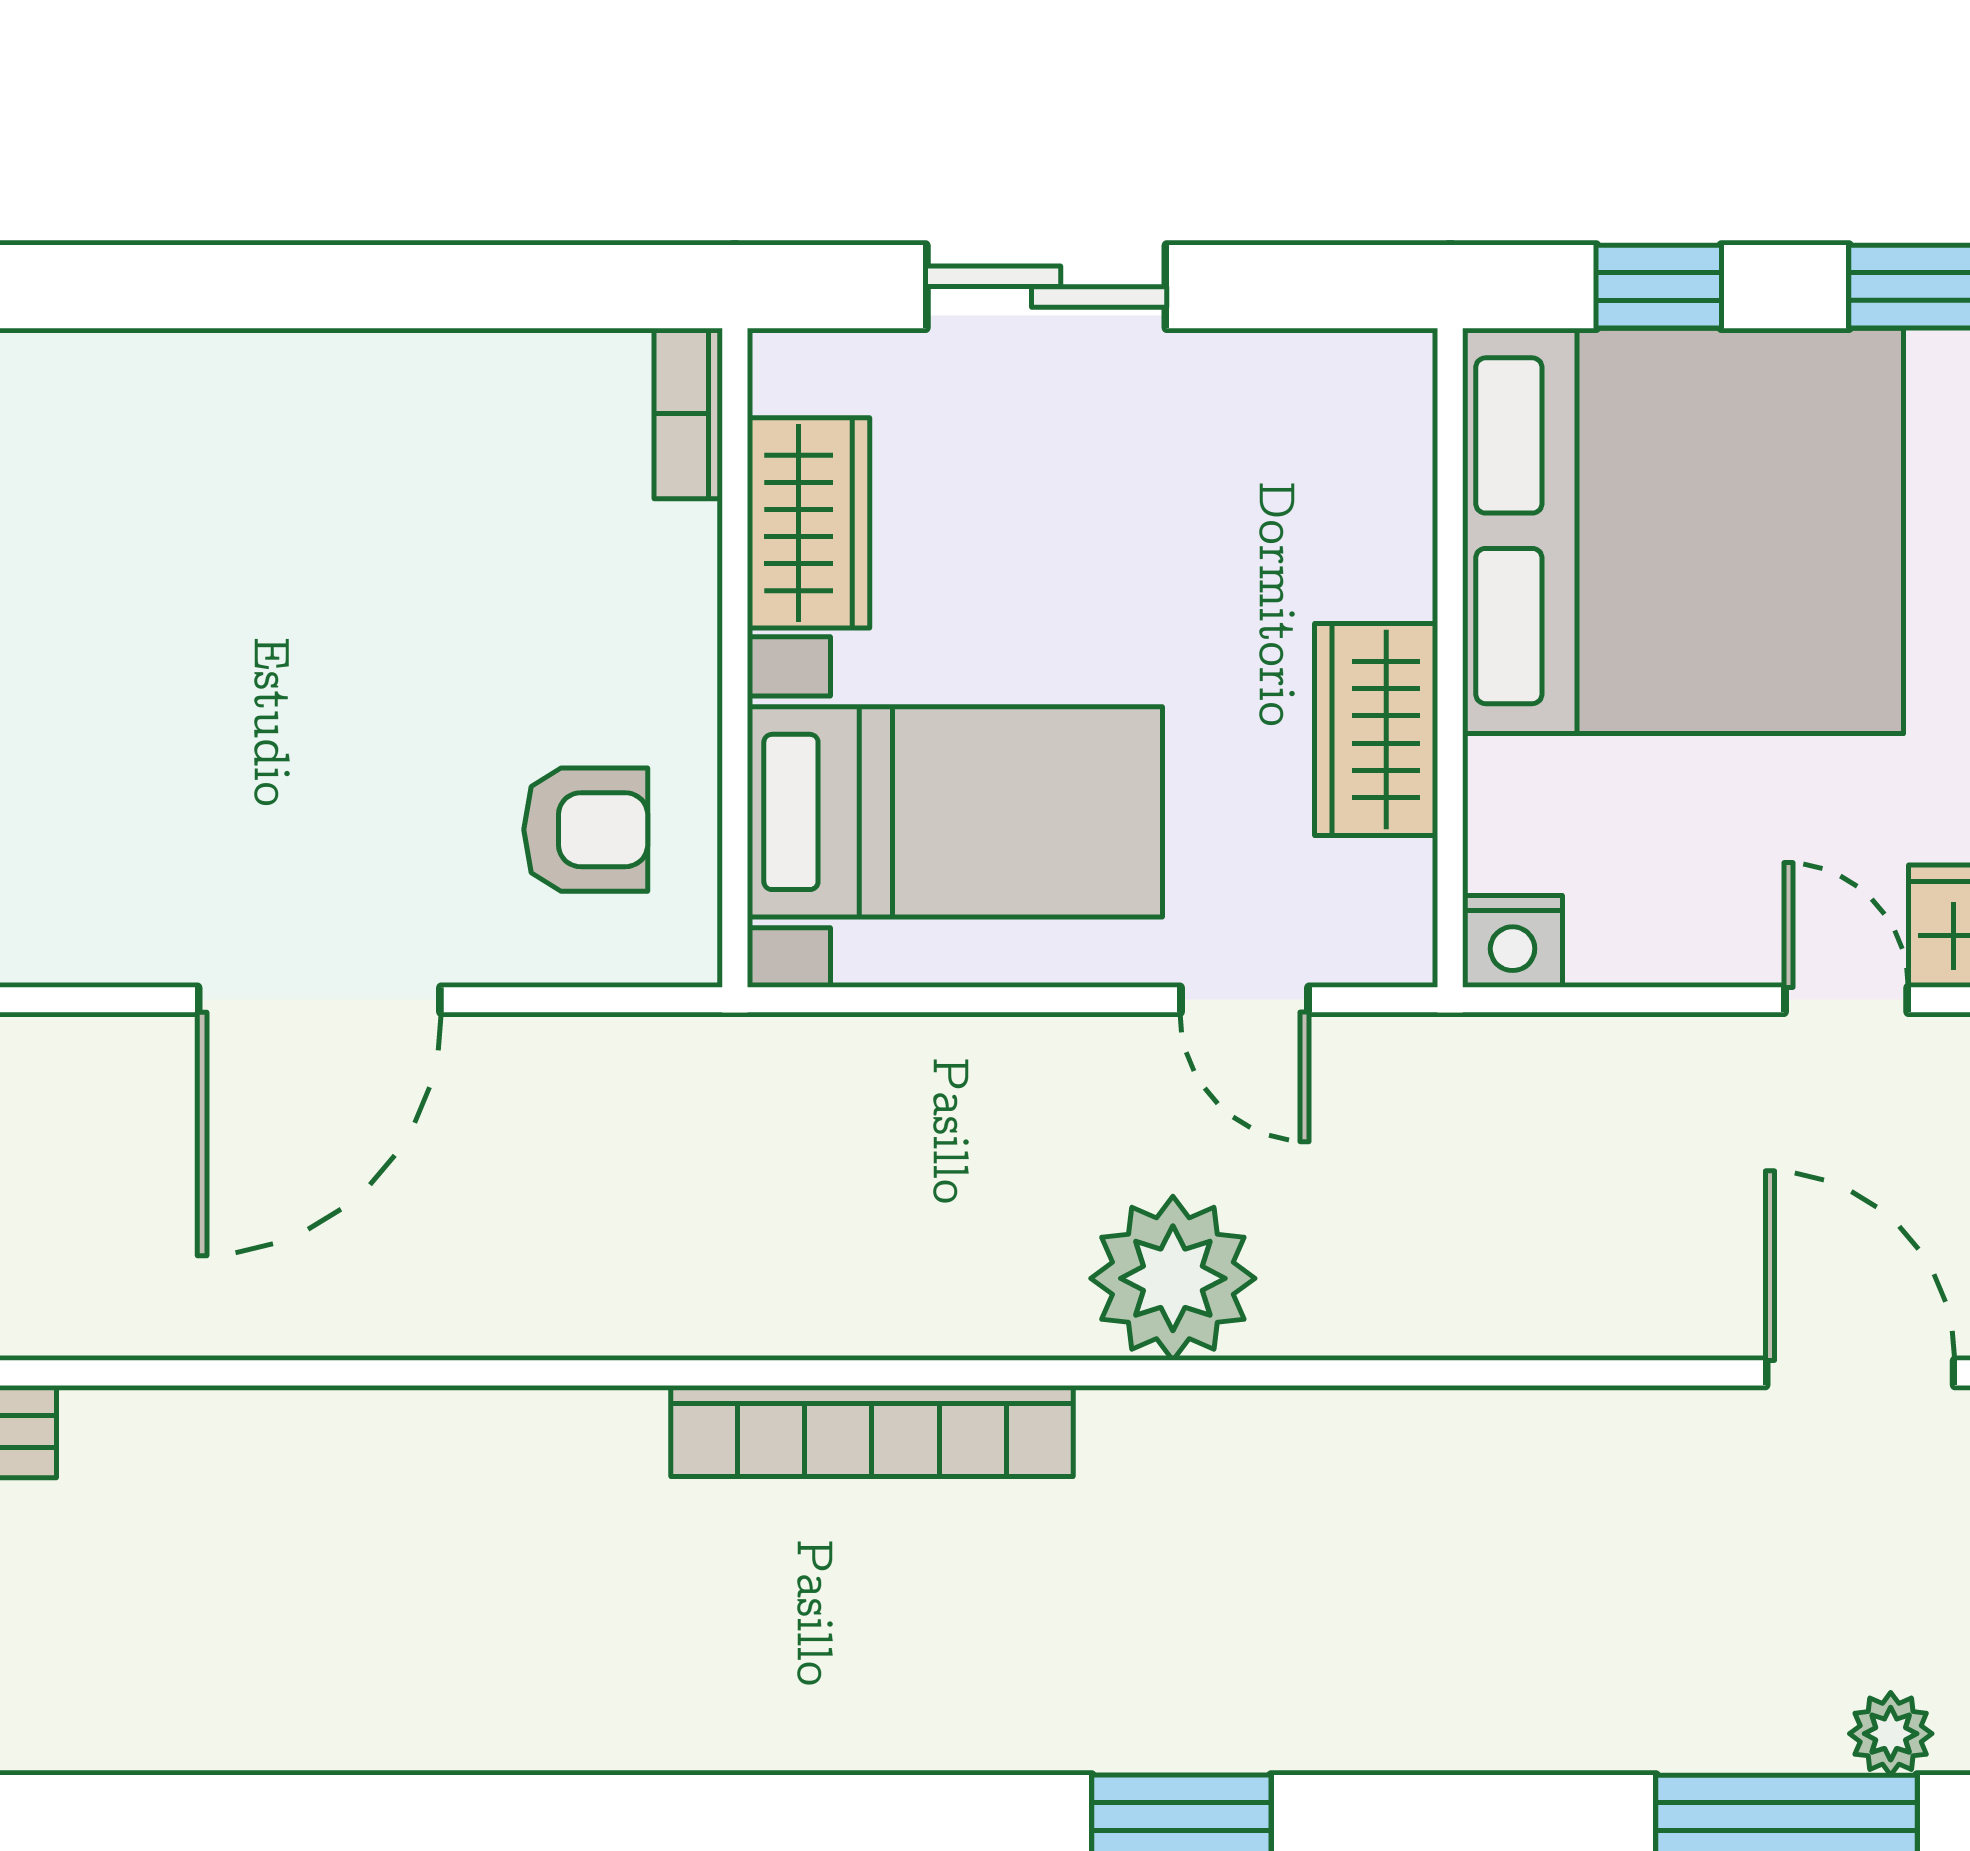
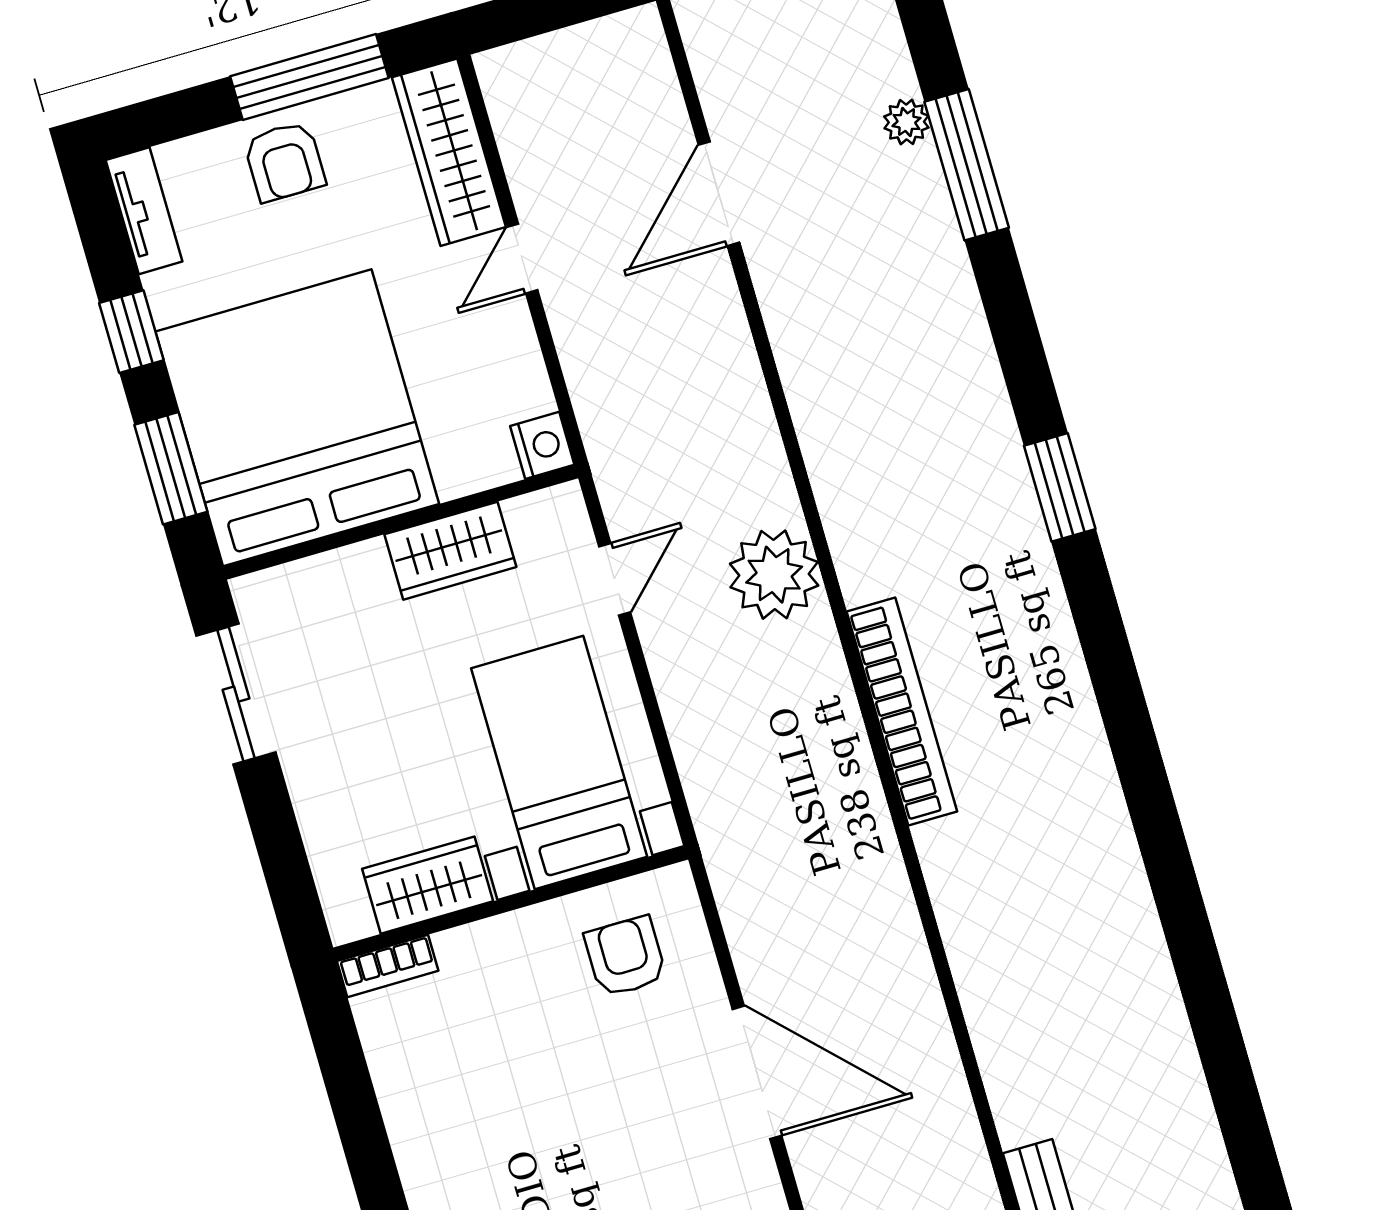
sliding door: (1046, 287) -> (236, 694), moved
window: (1659, 287) -> (171, 468), width x1.50

